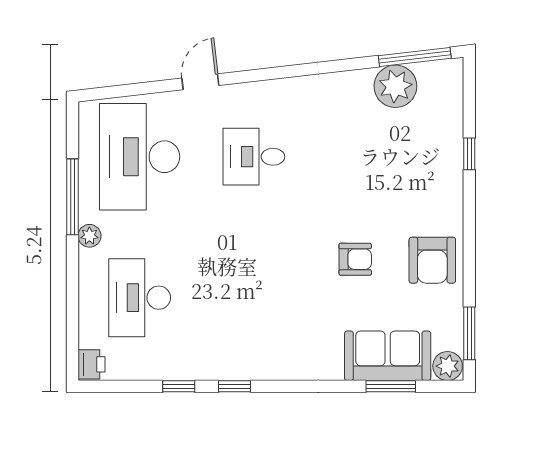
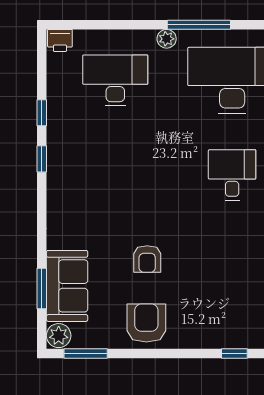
armchair: (432, 260) -> (146, 323), turned 90

